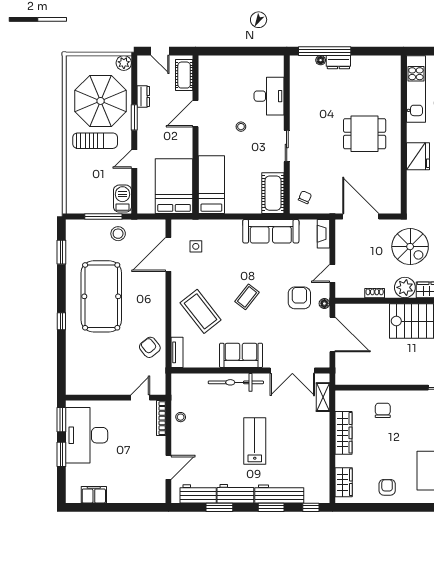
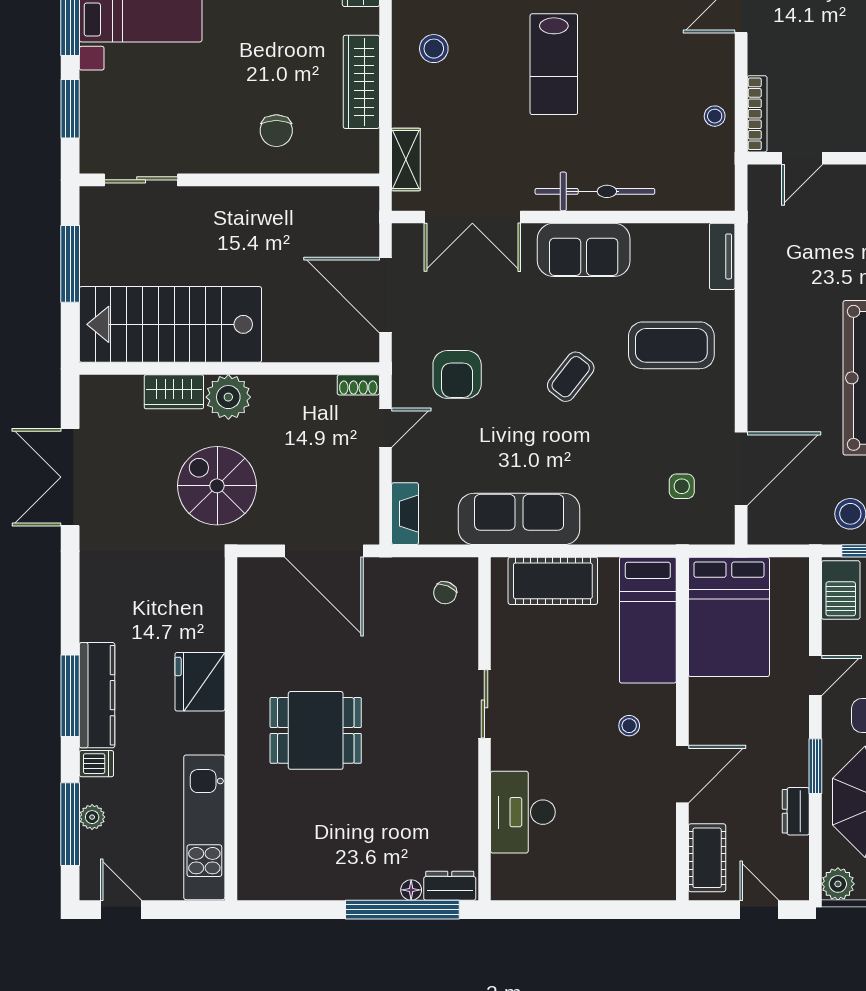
dresser: (338, 62) -> (450, 886), moved
stool: (241, 127) -> (629, 726), moved
cot: (273, 193) -> (553, 581), moved, turned 90
shoe rack: (375, 293) -> (358, 385), moved
floor lamp: (324, 304) -> (403, 362), removed
coffee table: (201, 311) -> (671, 345), turned -52
armchair: (150, 347) -> (781, 267), removed
double door: (292, 371) -> (472, 217), swing flipped
stool: (310, 448) -> (434, 49), added

